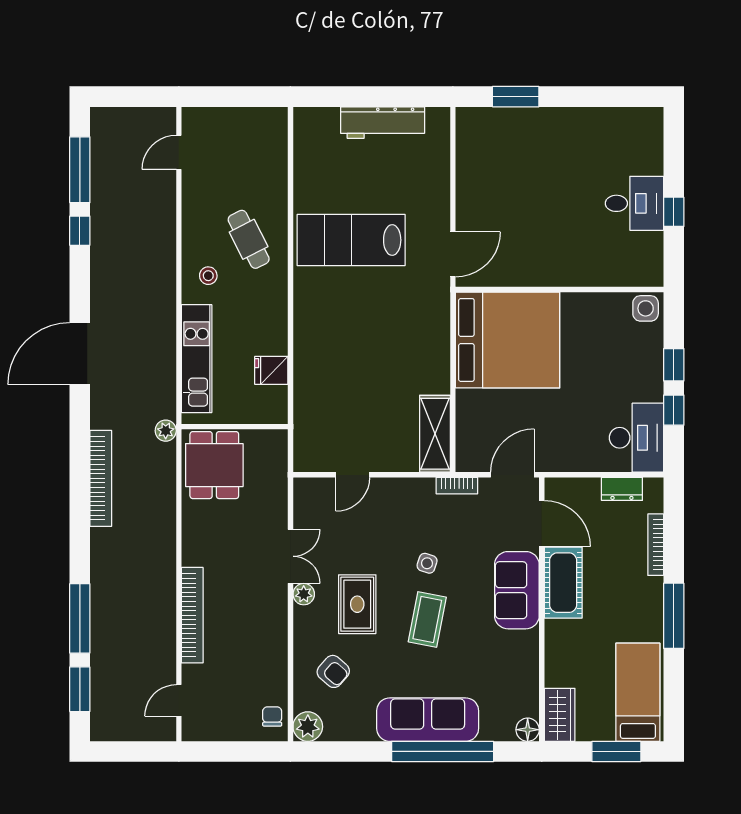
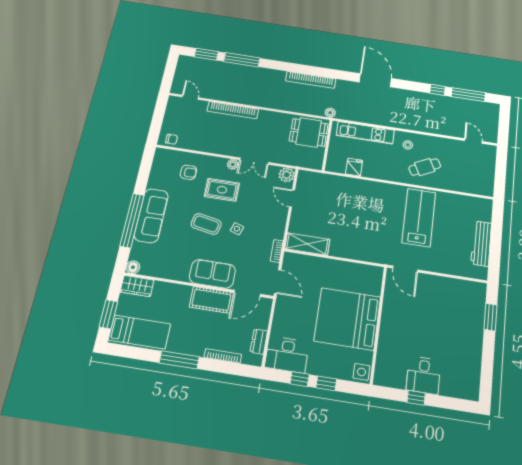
bed: (508, 340) -> (347, 319), moved, turned 90
armchair: (333, 671) -> (188, 172), turned -131
plant: (308, 727) -> (287, 175), moved

